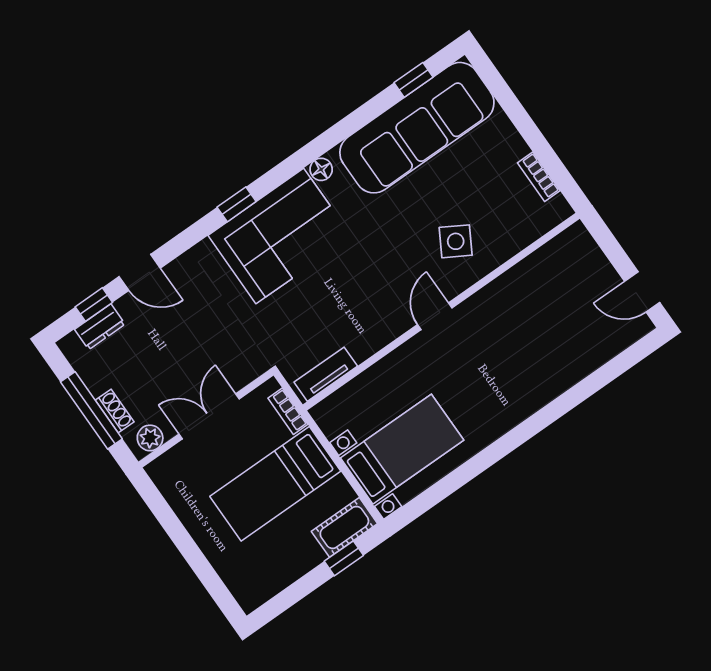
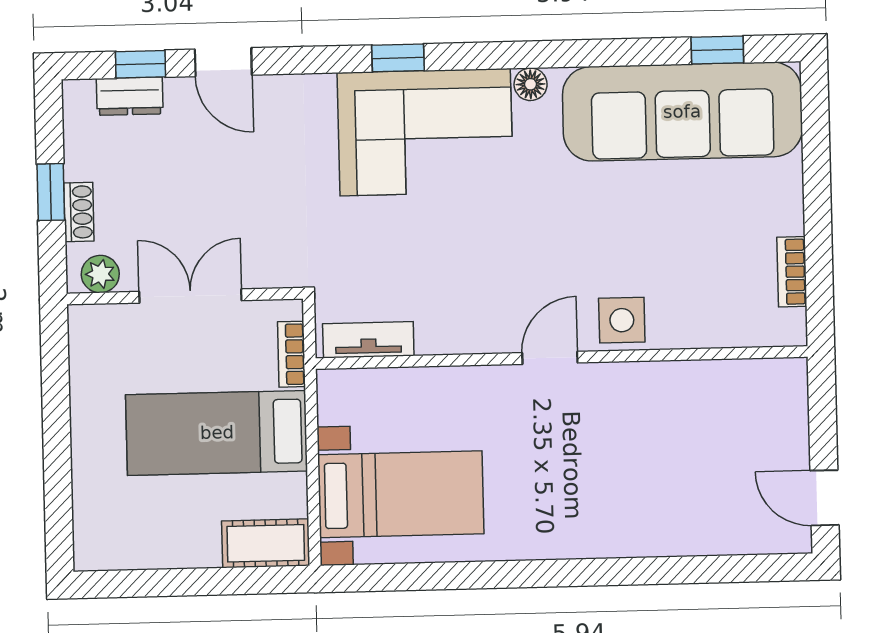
side table: (456, 241) -> (622, 320), moved, turned -30
window: (91, 410) -> (51, 192), width x0.46
window: (344, 558) -> (240, 581), removed

